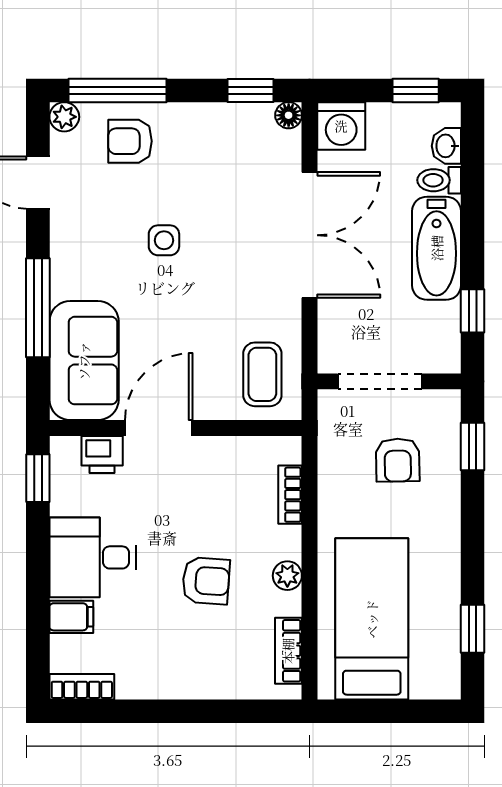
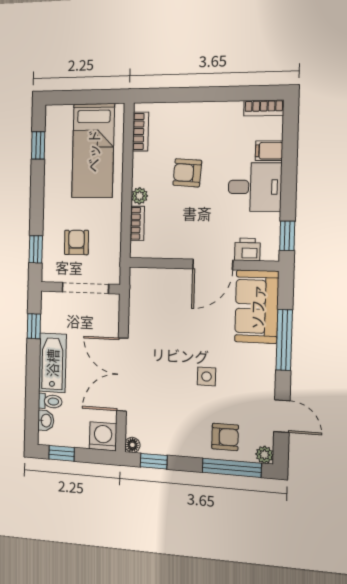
coffee table: (262, 374) -> (151, 294), removed
plant: (287, 576) -> (140, 196), moved

